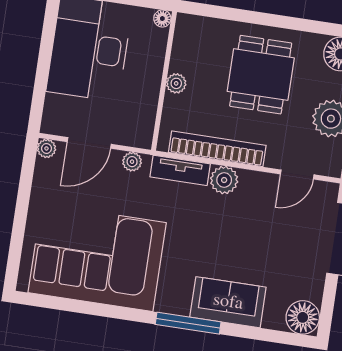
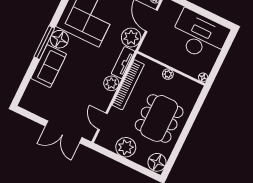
dining table: (261, 75) -> (159, 118), width x1.37
plant: (132, 162) -> (131, 38), width x1.88, depth x1.88
floor lamp: (303, 317) -> (59, 39), moved

